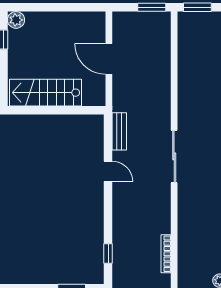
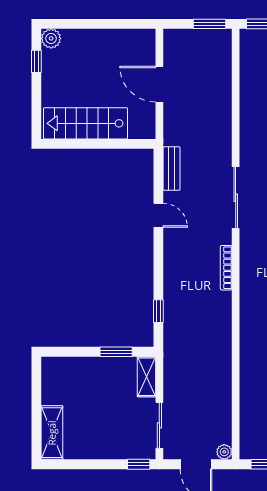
bookcase: (166, 254) -> (226, 268), moved

